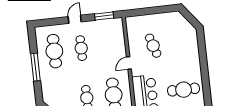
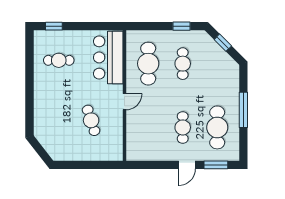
window: (104, 16) -> (216, 165), moved
cafe table: (184, 90) -> (59, 60), width x0.73, depth x0.74

